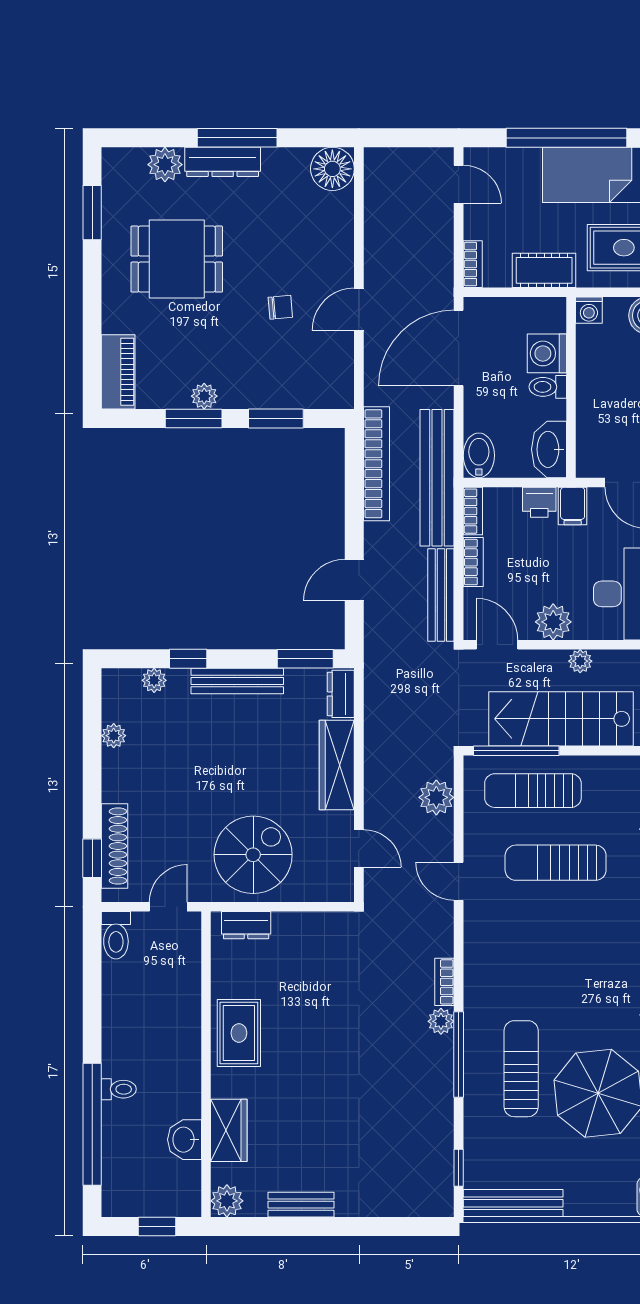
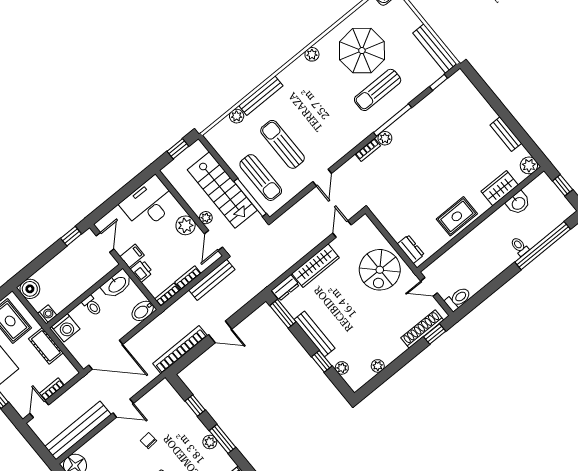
bookcase: (473, 264) -> (52, 389), moved
washing machine: (547, 353) -> (66, 328), moved
window: (276, 419) -> (195, 405), width x0.67
bench: (437, 478) -> (78, 430), moved
door: (354, 580) -> (220, 332), moved
plant: (580, 661) -> (206, 218), moved
plant: (436, 797) -> (296, 214), removed
spiral stairs: (253, 855) -> (380, 270), turned -90
sun lounger: (556, 863) -> (282, 144), turned 180

